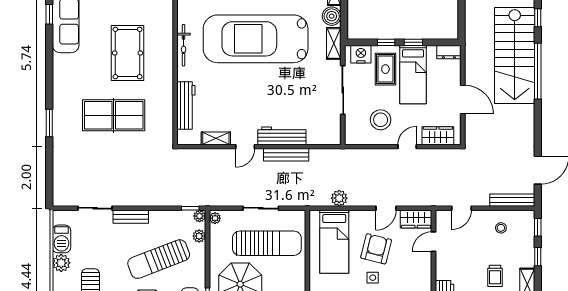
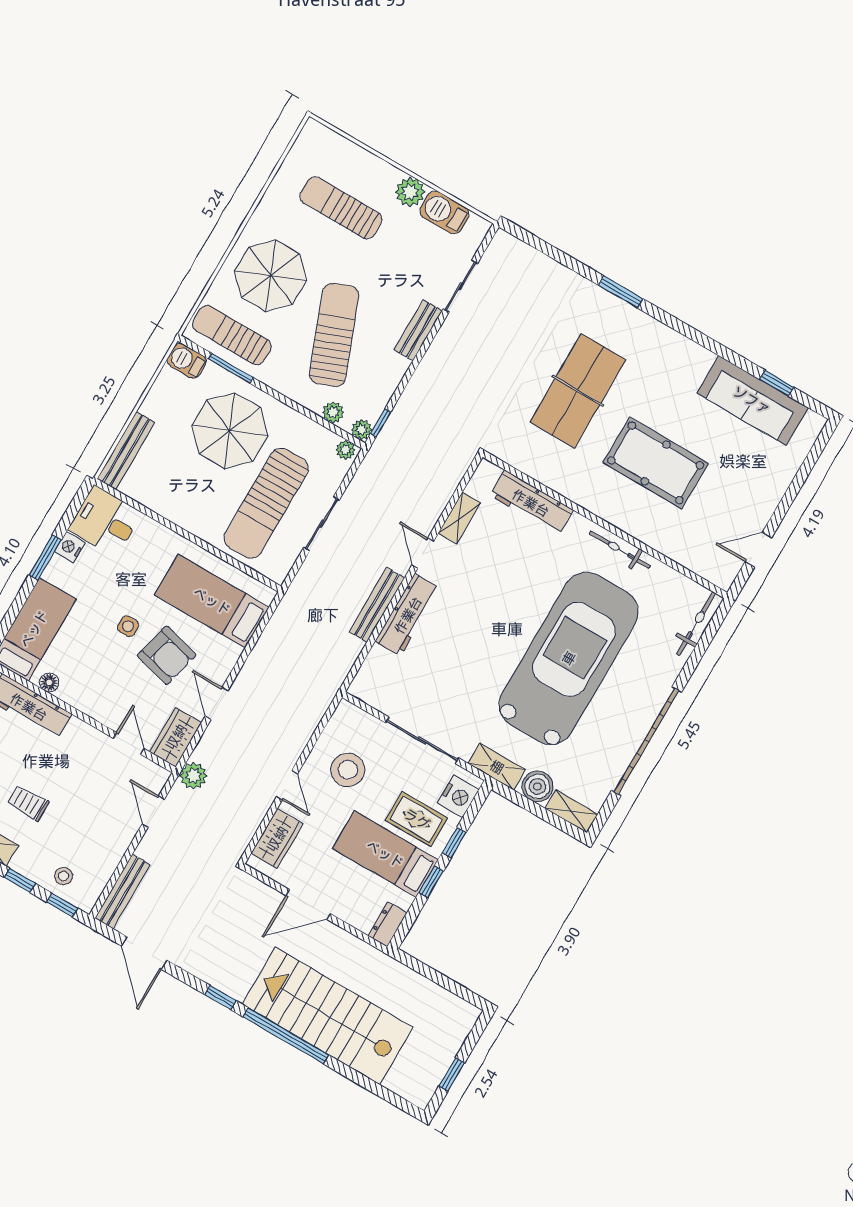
window: (538, 18) -> (220, 998), moved
plant: (339, 198) -> (194, 776), moved
stool: (501, 228) -> (63, 876), moved

